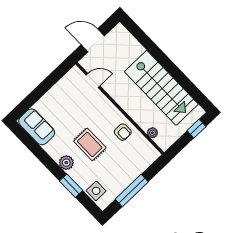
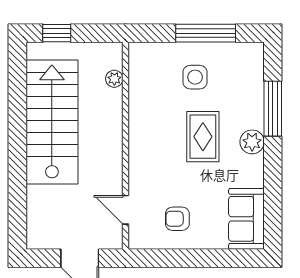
armchair: (123, 132) -> (177, 219), moved, turned -90
window: (71, 186) -> (273, 109), width x1.44
side table: (96, 191) -> (195, 77), moved

